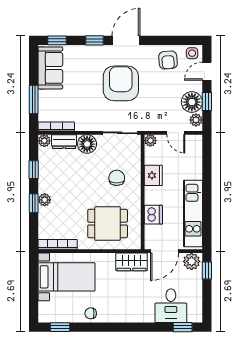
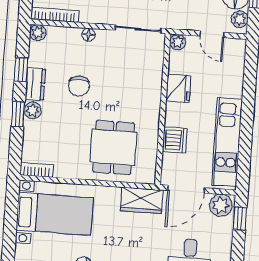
dresser: (64, 142) -> (35, 84), moved, turned -90
floor lamp: (87, 144) -> (88, 35), width x0.53, depth x0.53
chair: (117, 178) -> (79, 86), moved, turned 180
dining table: (108, 224) -> (114, 147), turned 90
bookcase: (58, 244) -> (37, 170), width x0.64

